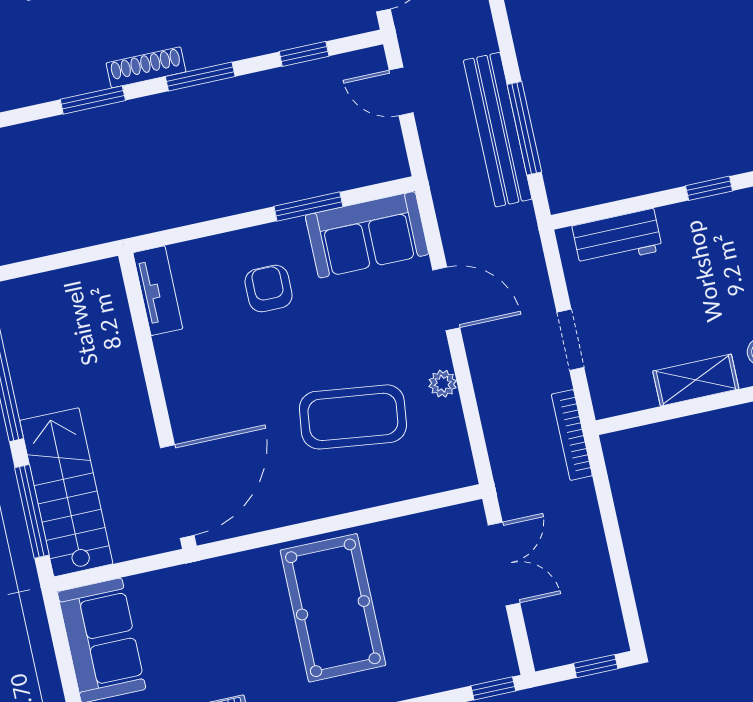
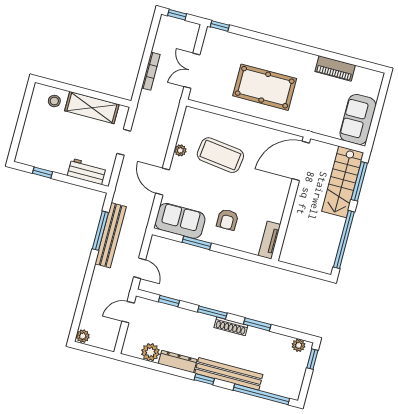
shelving: (696, 380) -> (92, 108), width x1.50, depth x1.33
bookcase: (572, 435) -> (151, 71), moved
pool table: (333, 608) -> (265, 87), turned 90

